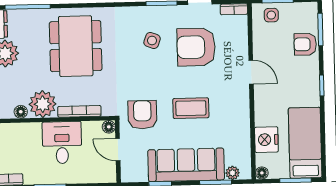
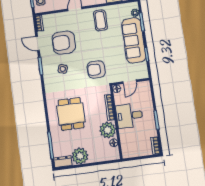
dining table: (76, 46) -> (71, 114), width x0.73
armchair: (196, 47) -> (64, 43), turned 90
coffee table: (191, 108) -> (100, 20), moved
armchair: (142, 115) -> (96, 69), moved

